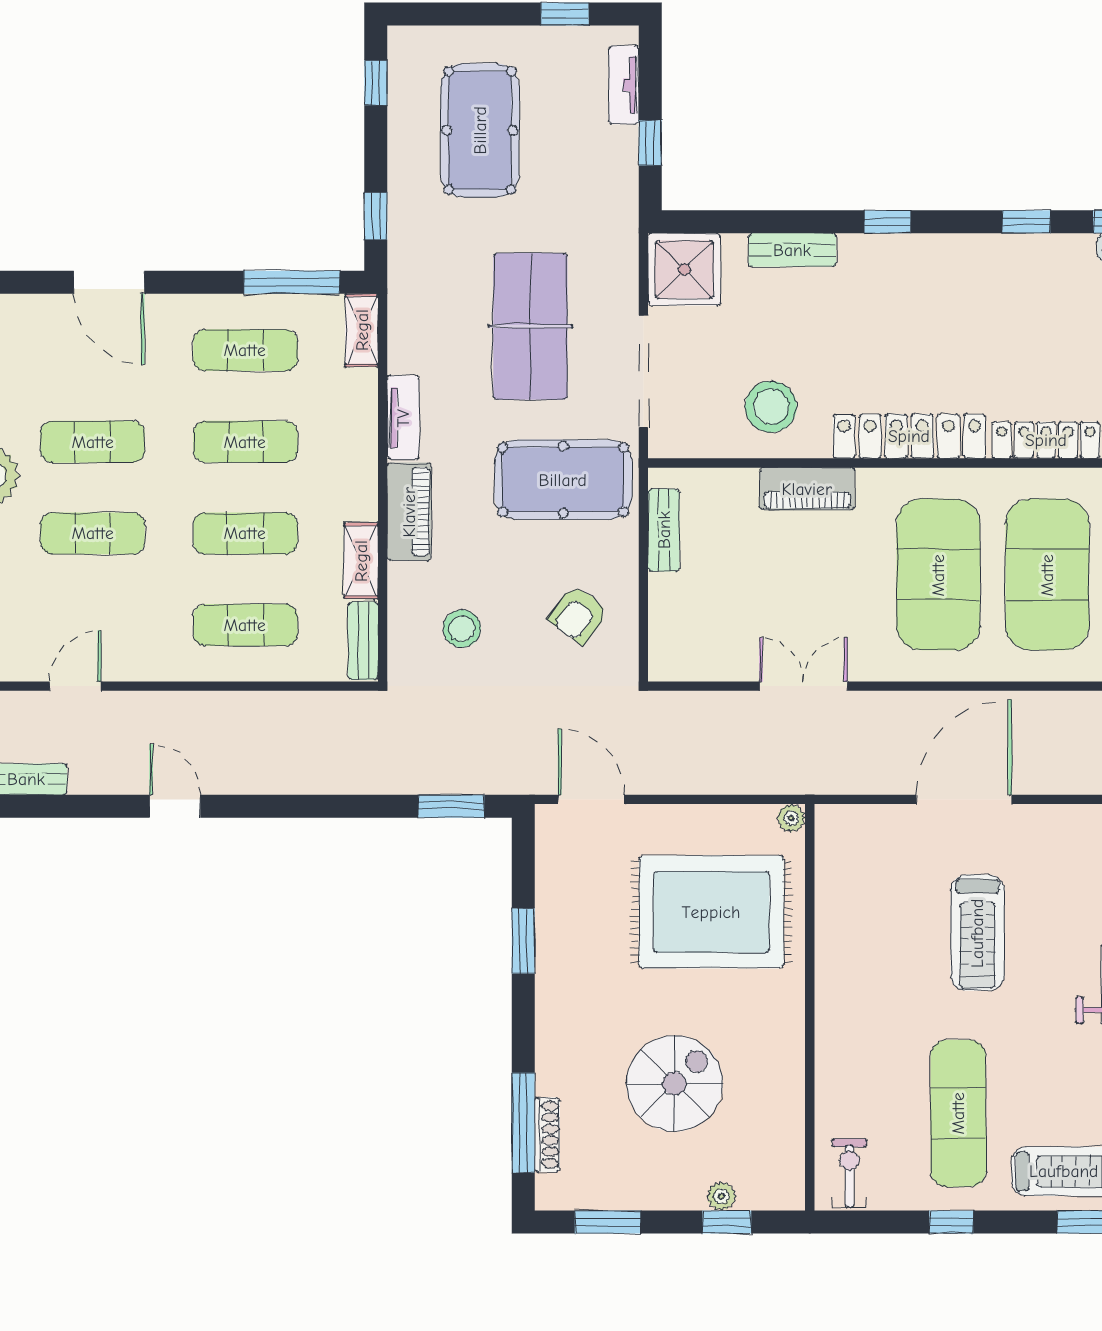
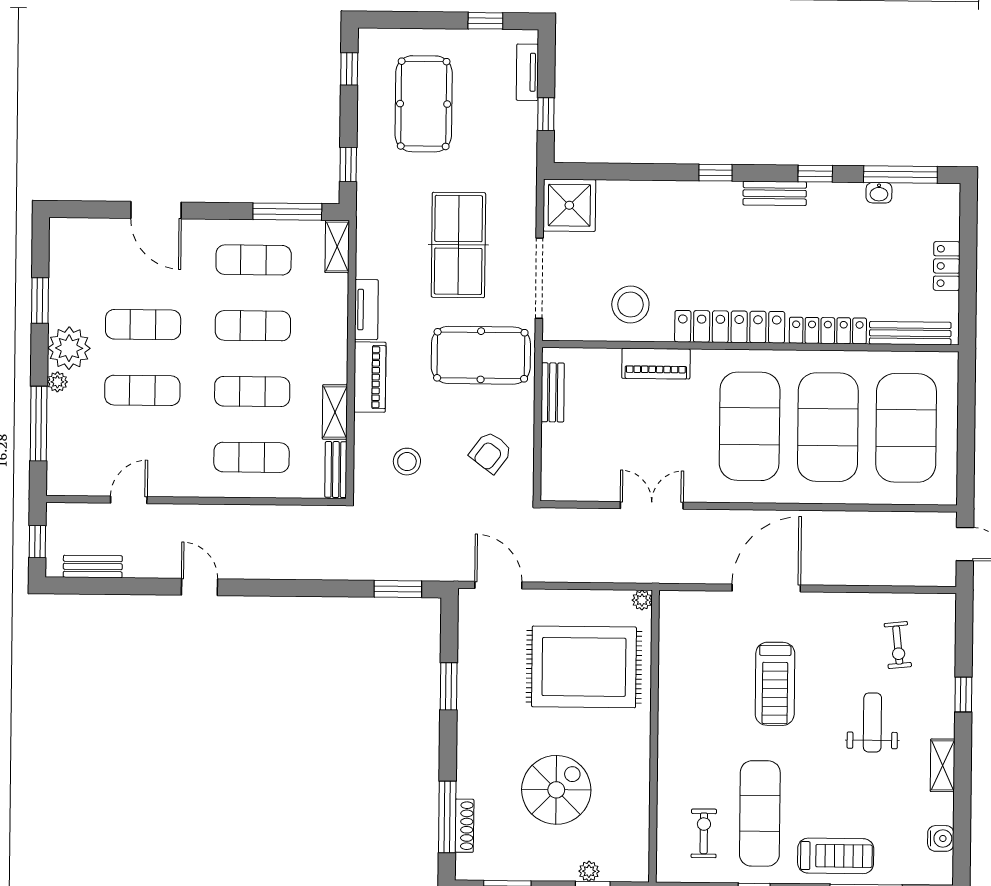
bench: (792, 250) -> (775, 193), moved
exercise bike: (850, 1173) -> (704, 833), moved

